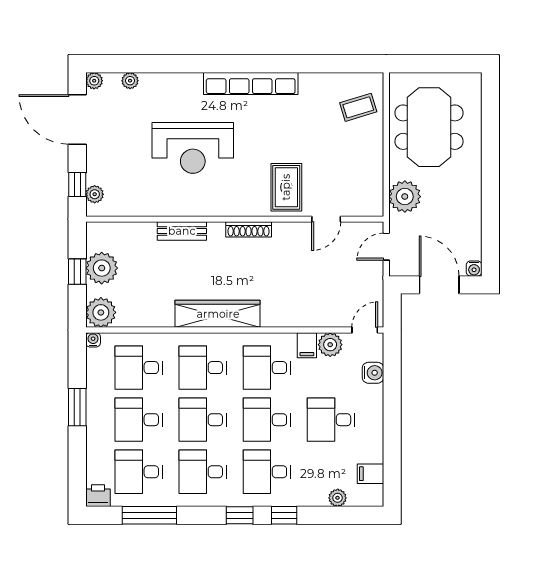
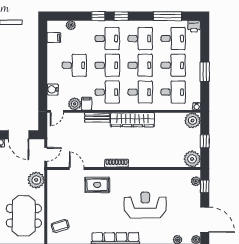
rug: (286, 187) -> (97, 185), turned 90
door: (326, 219) -> (77, 168), hinge flipped
bench: (182, 231) -> (97, 118), moved
plant: (102, 268) -> (192, 159), moved

